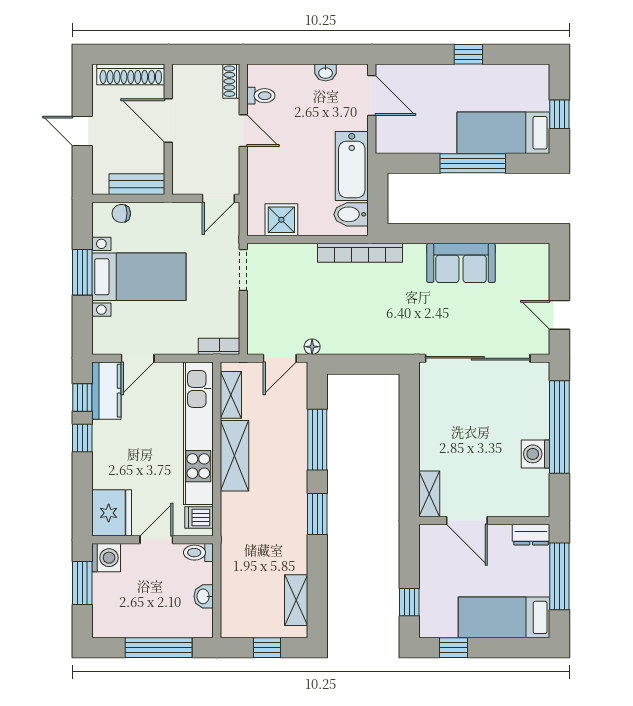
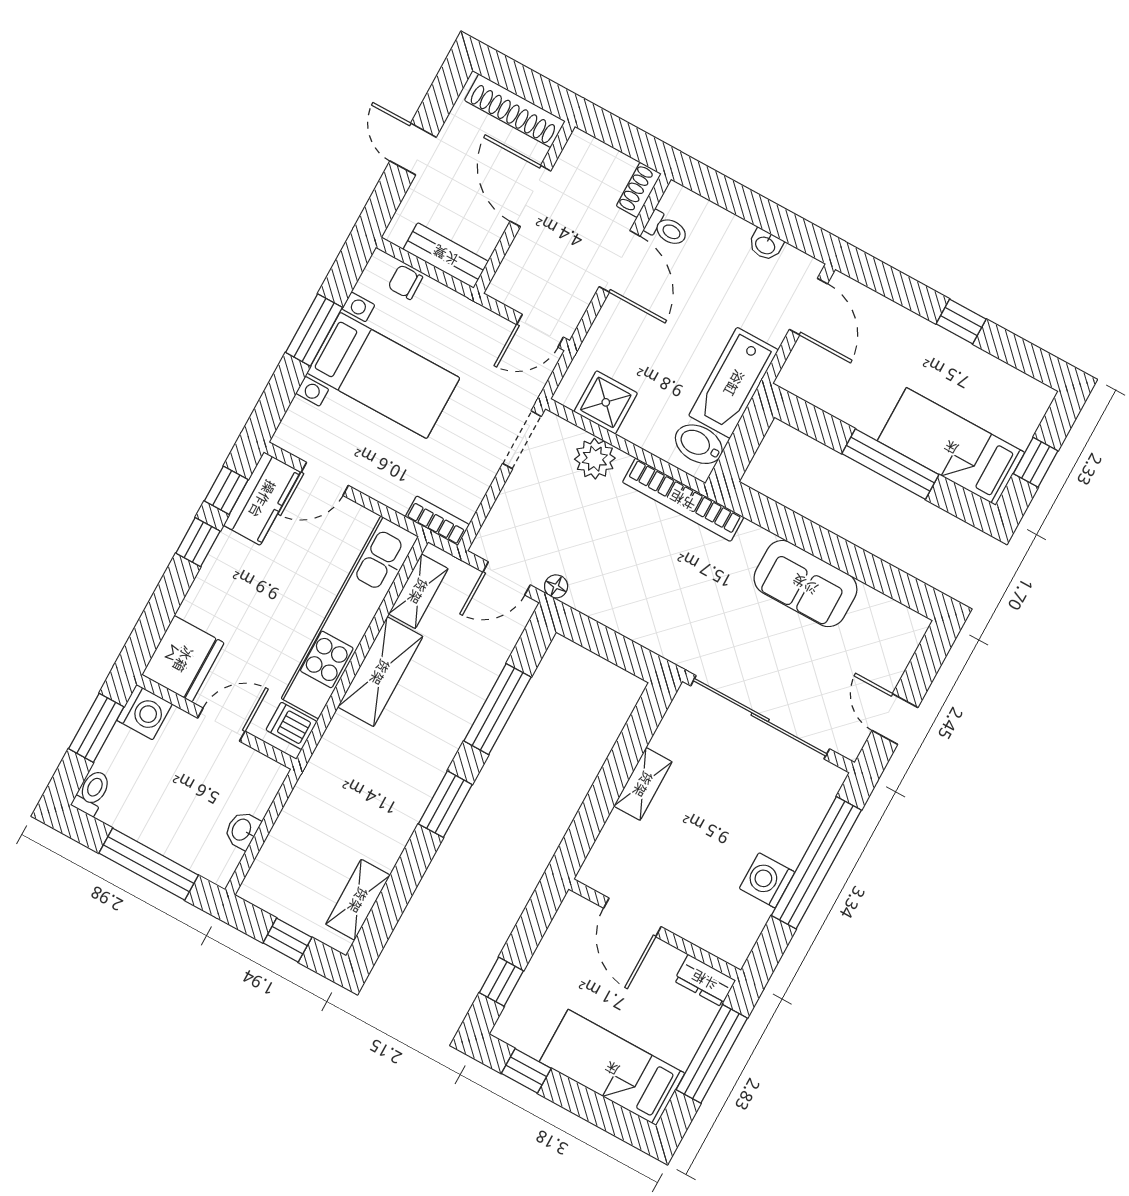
door: (243, 131) -> (620, 261), width x1.38
plant: (293, 257) -> (595, 459), added
shelving: (429, 494) -> (643, 784), moved
toilet: (198, 553) -> (92, 792), moved, turned 90

